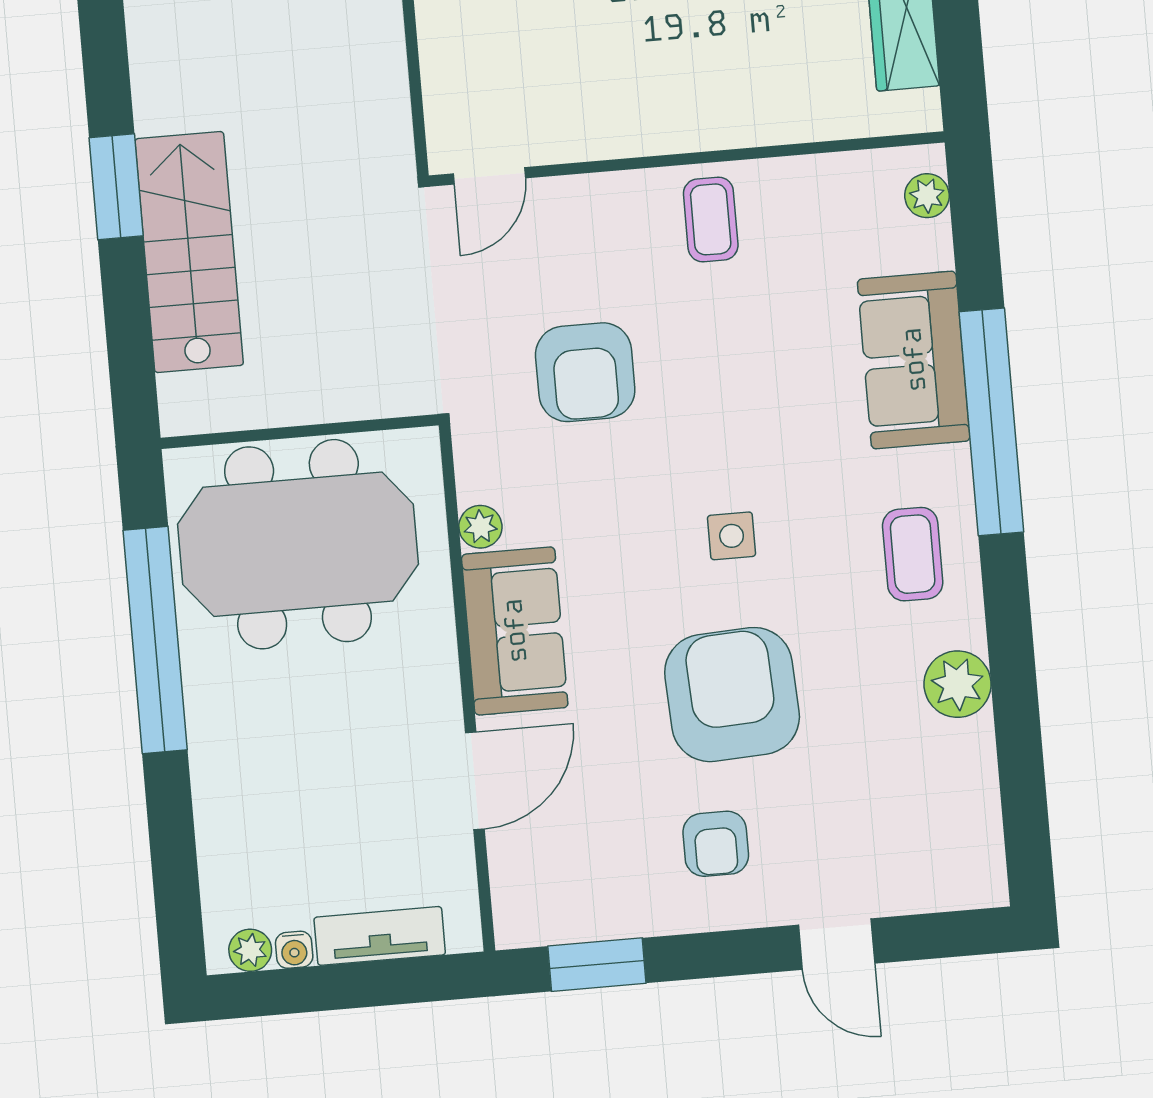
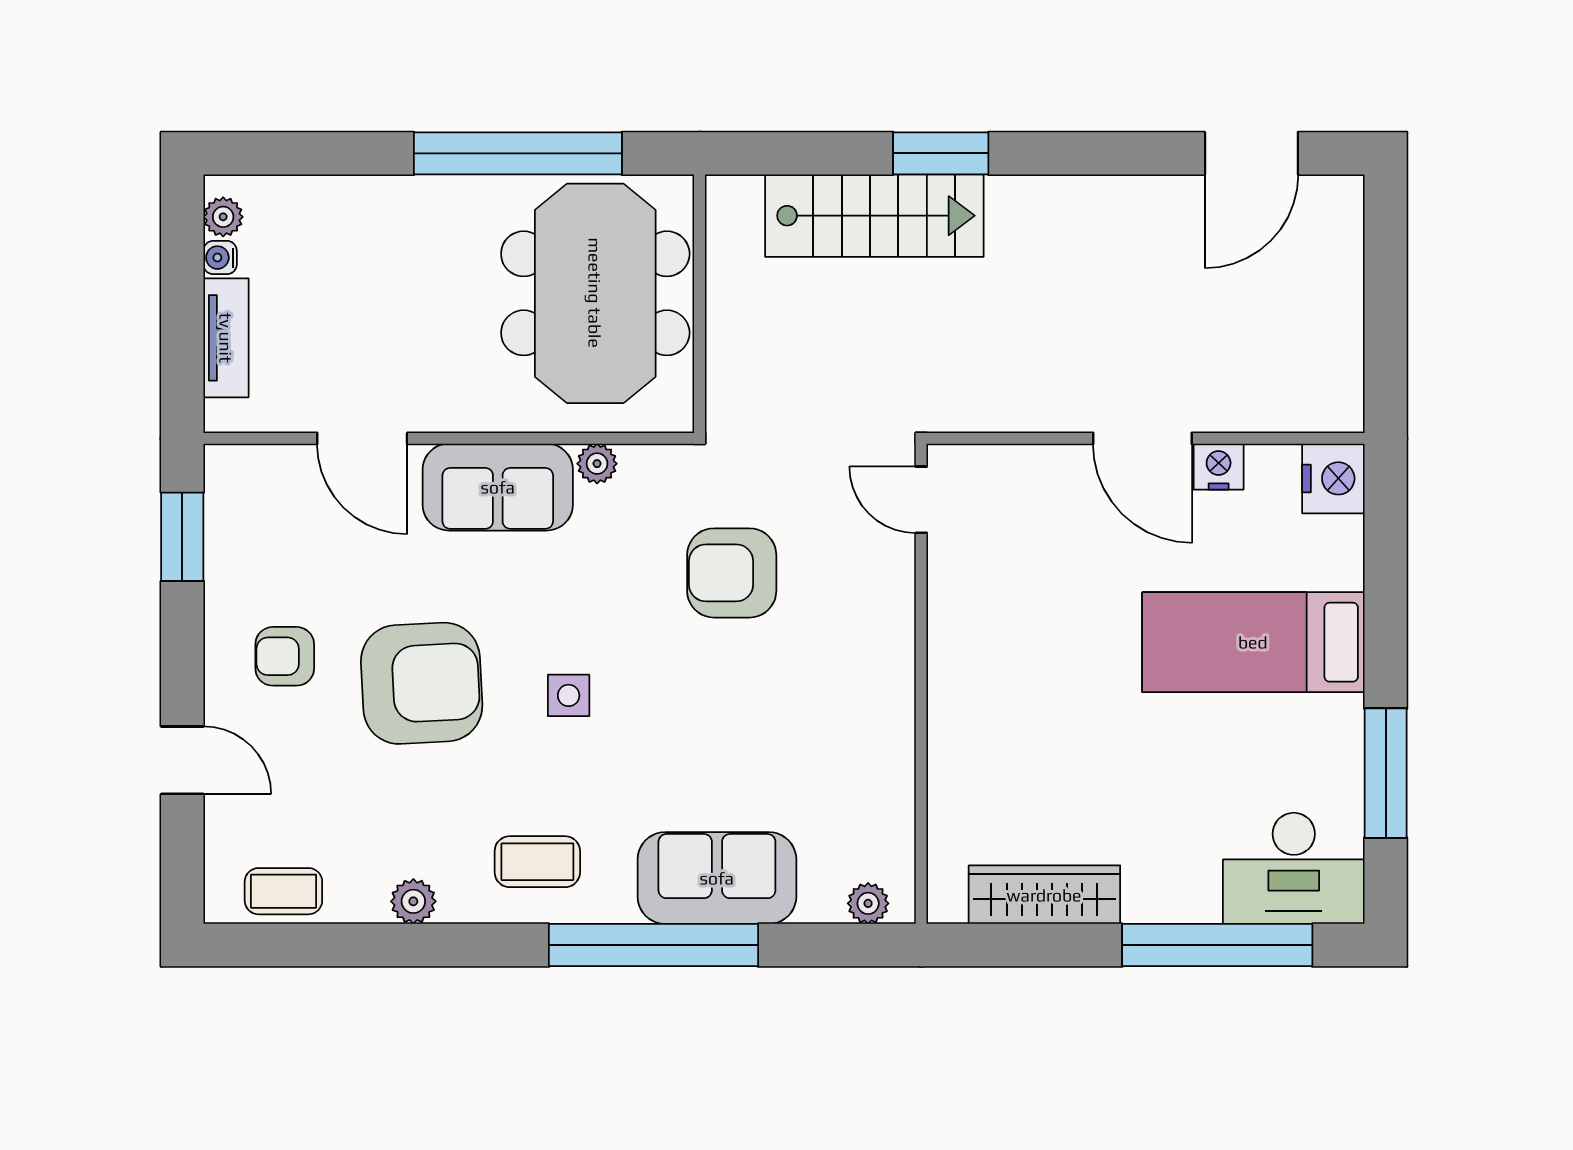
coffee table: (711, 219) -> (283, 891), moved
plant: (958, 684) -> (413, 901), width x0.73, depth x0.73
door: (837, 944) -> (182, 760), swing flipped

